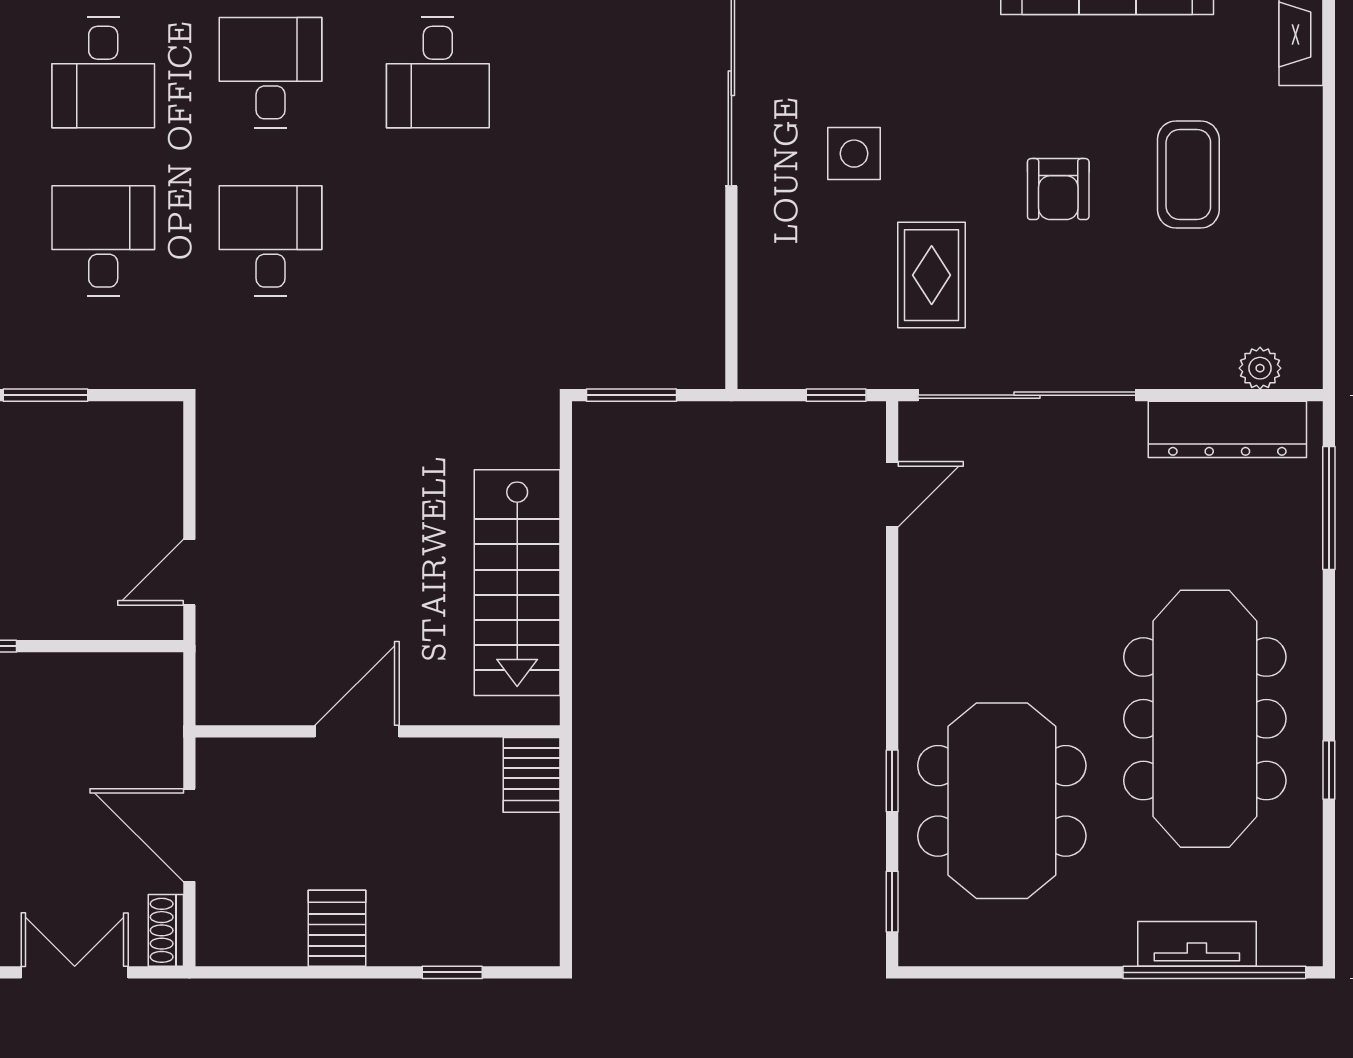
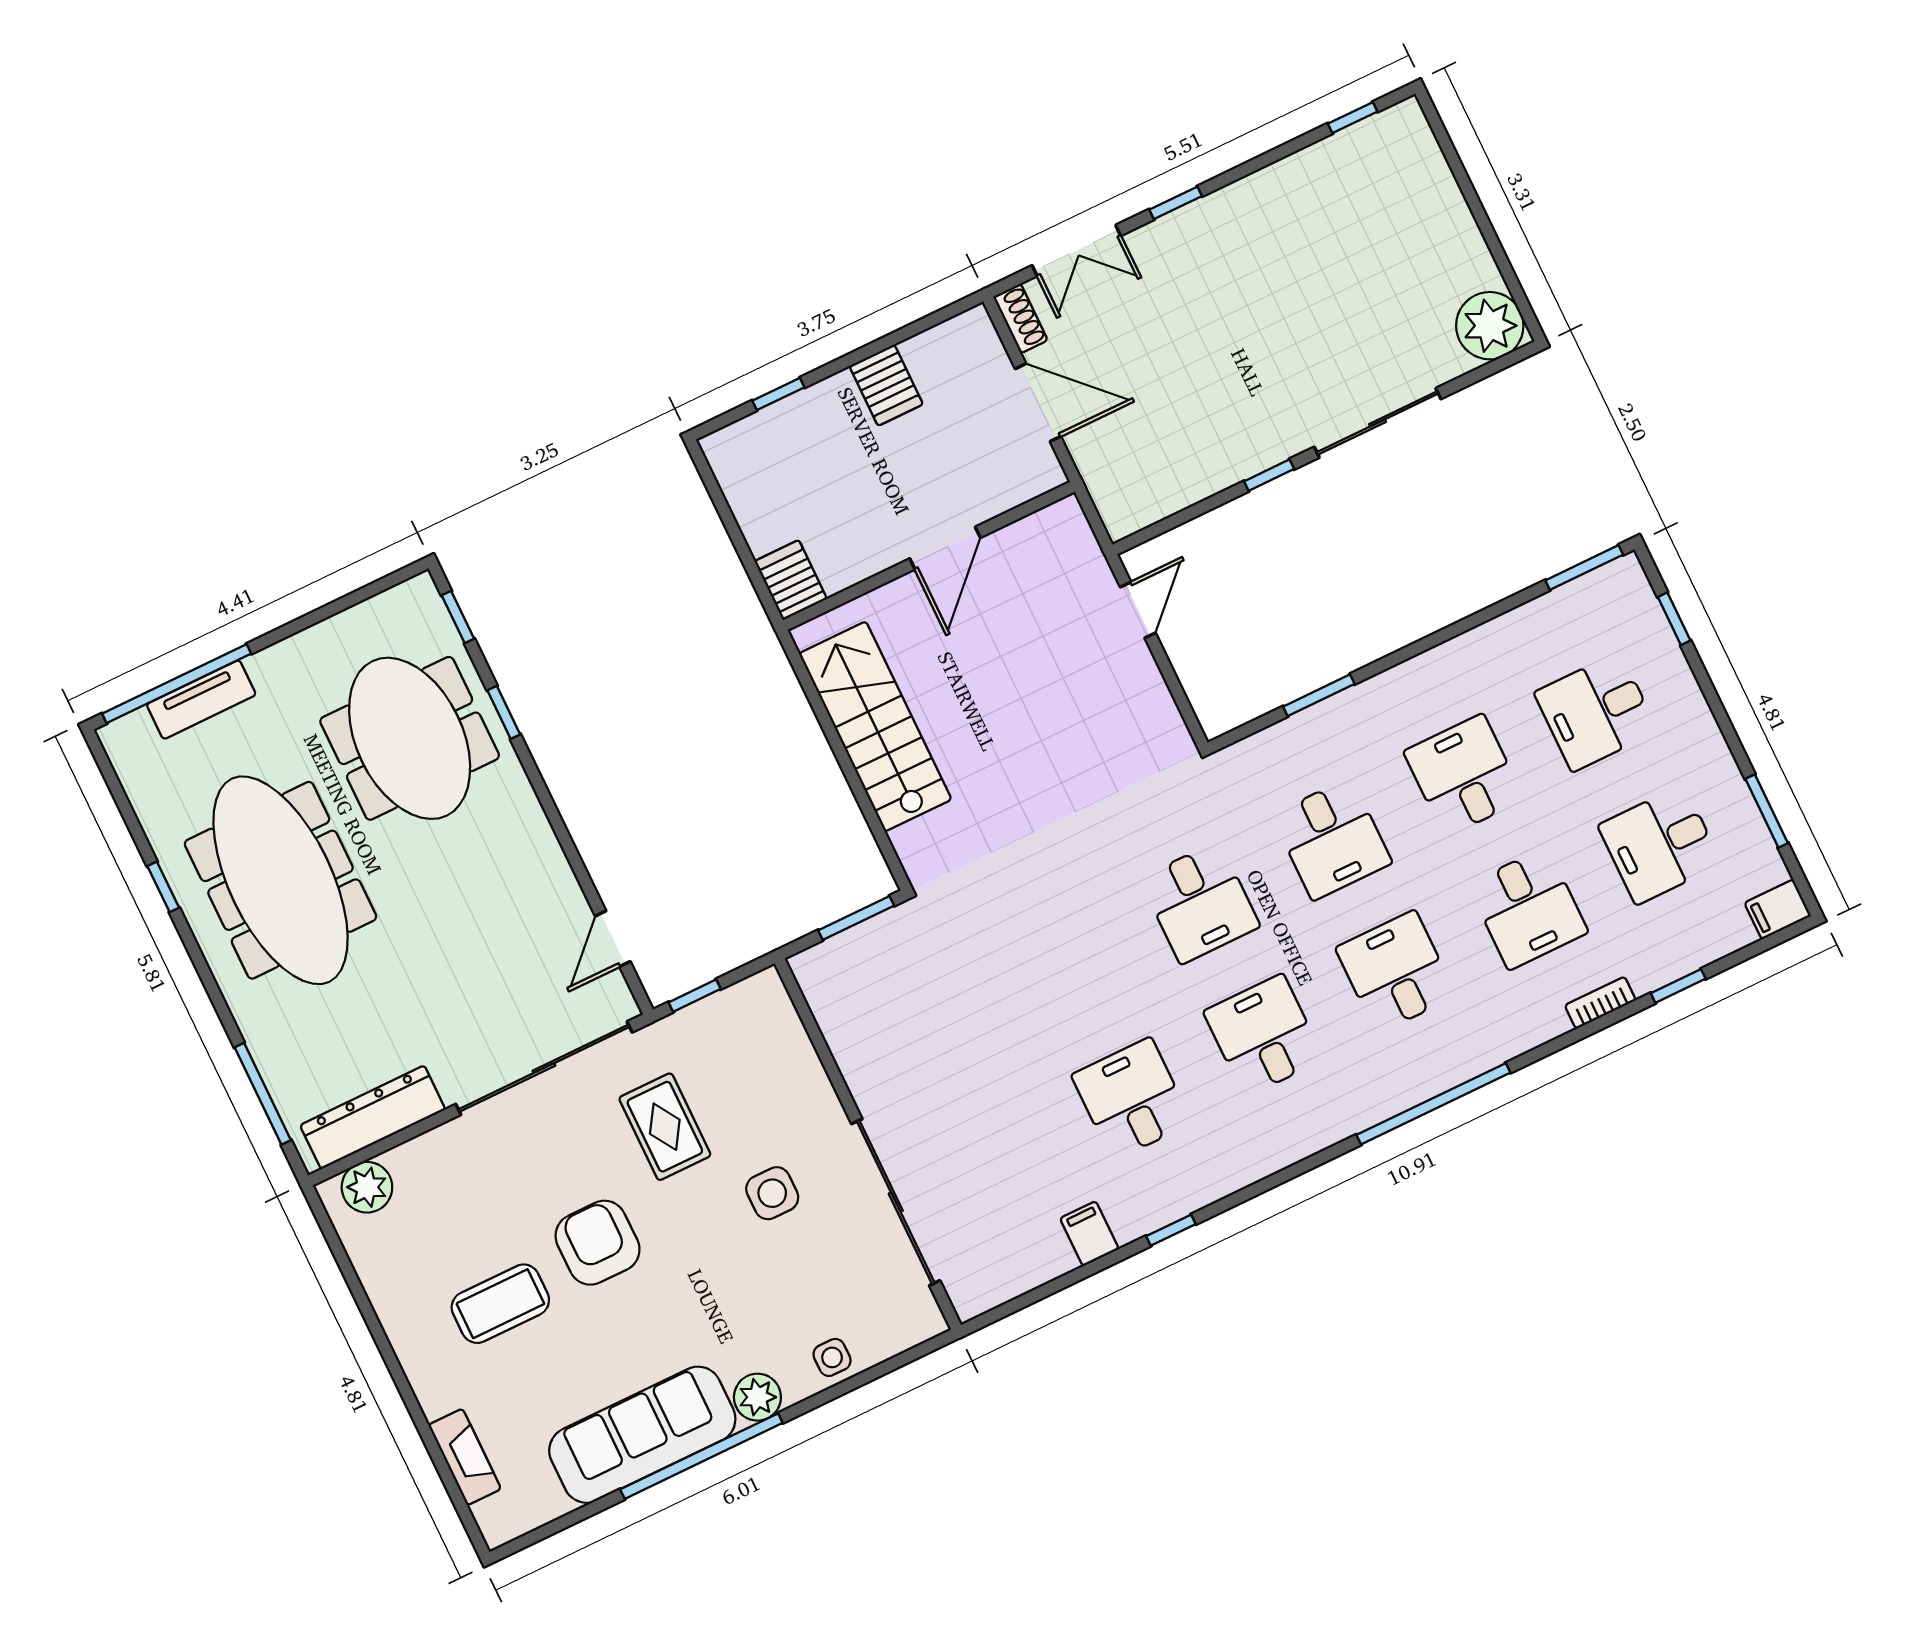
desk: (271, 73) -> (1264, 1035), turned 180
coffee table: (1188, 174) -> (500, 1304), turned 90
armchair: (1058, 189) -> (598, 1243), width x1.38, depth x1.38
plant: (1260, 368) -> (367, 1187), width x1.38, depth x1.38

